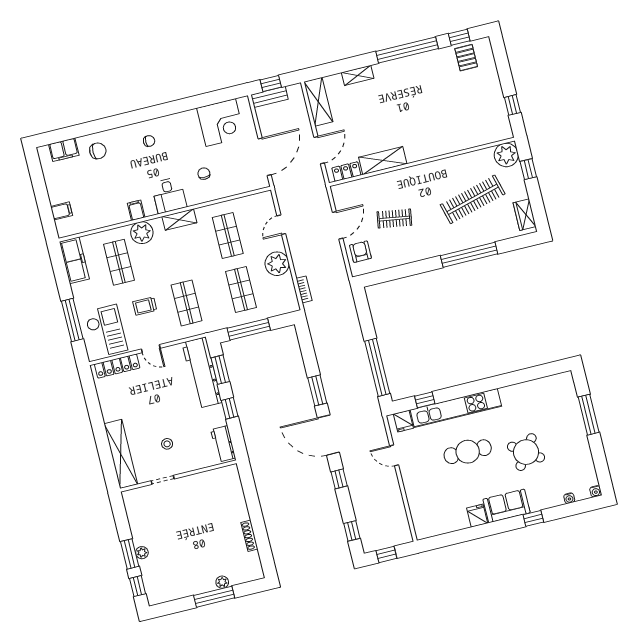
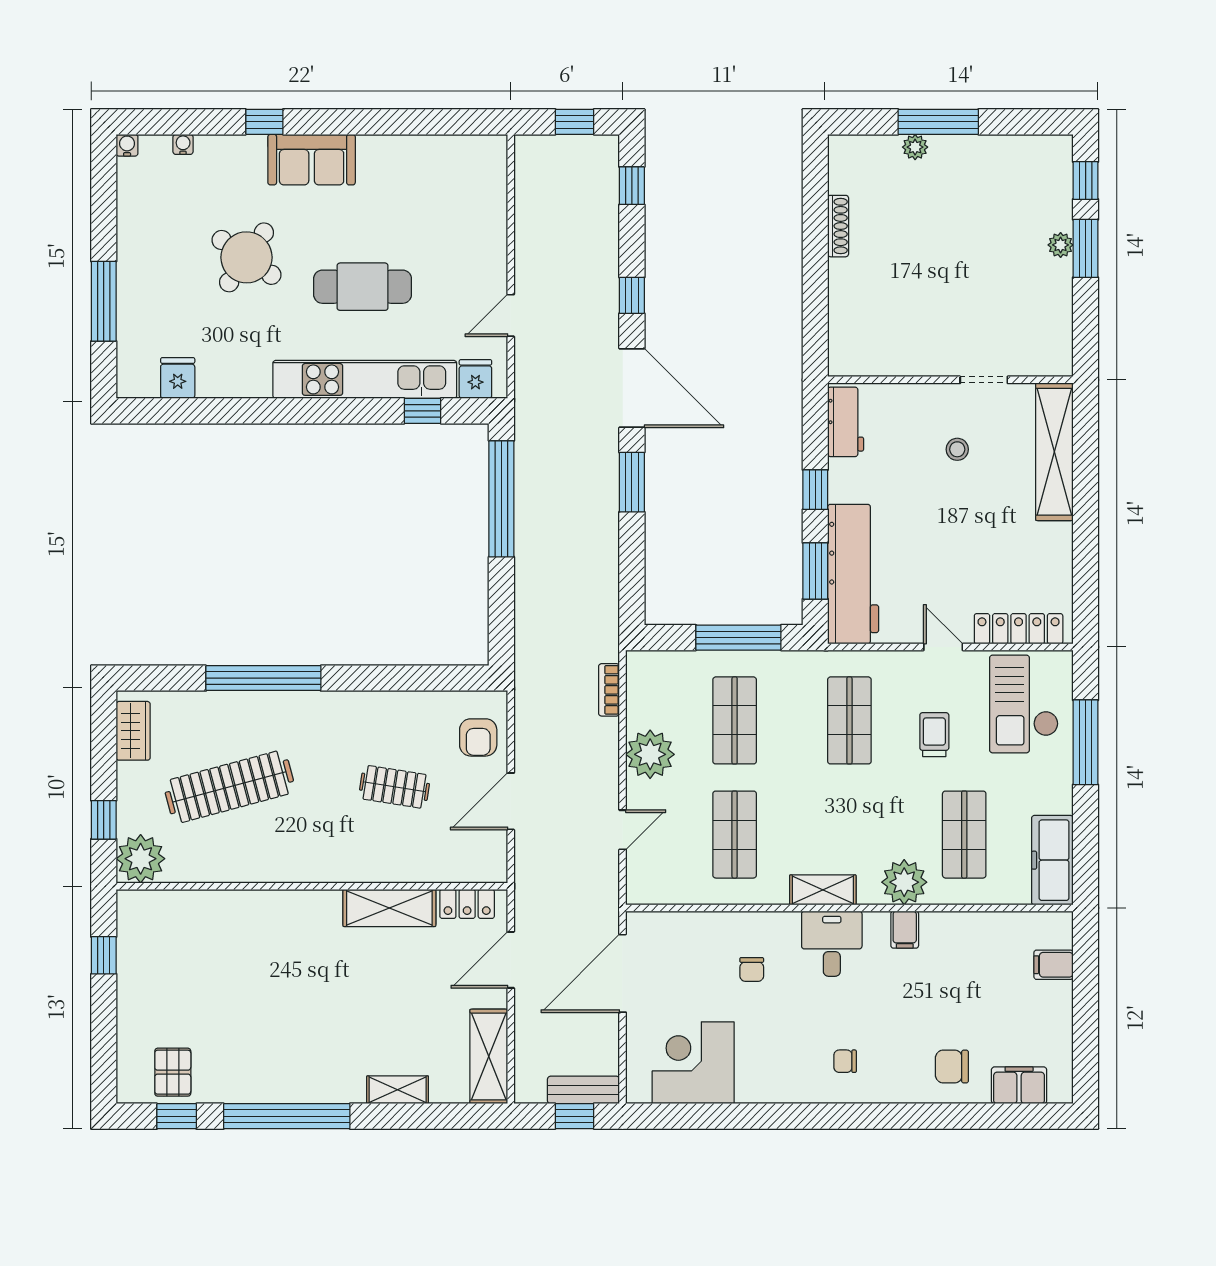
trolley: (145, 306) -> (934, 735), turned -90
door: (394, 455) -> (511, 315), swing flipped
fridge: (477, 516) -> (178, 378), moved, turned 180

